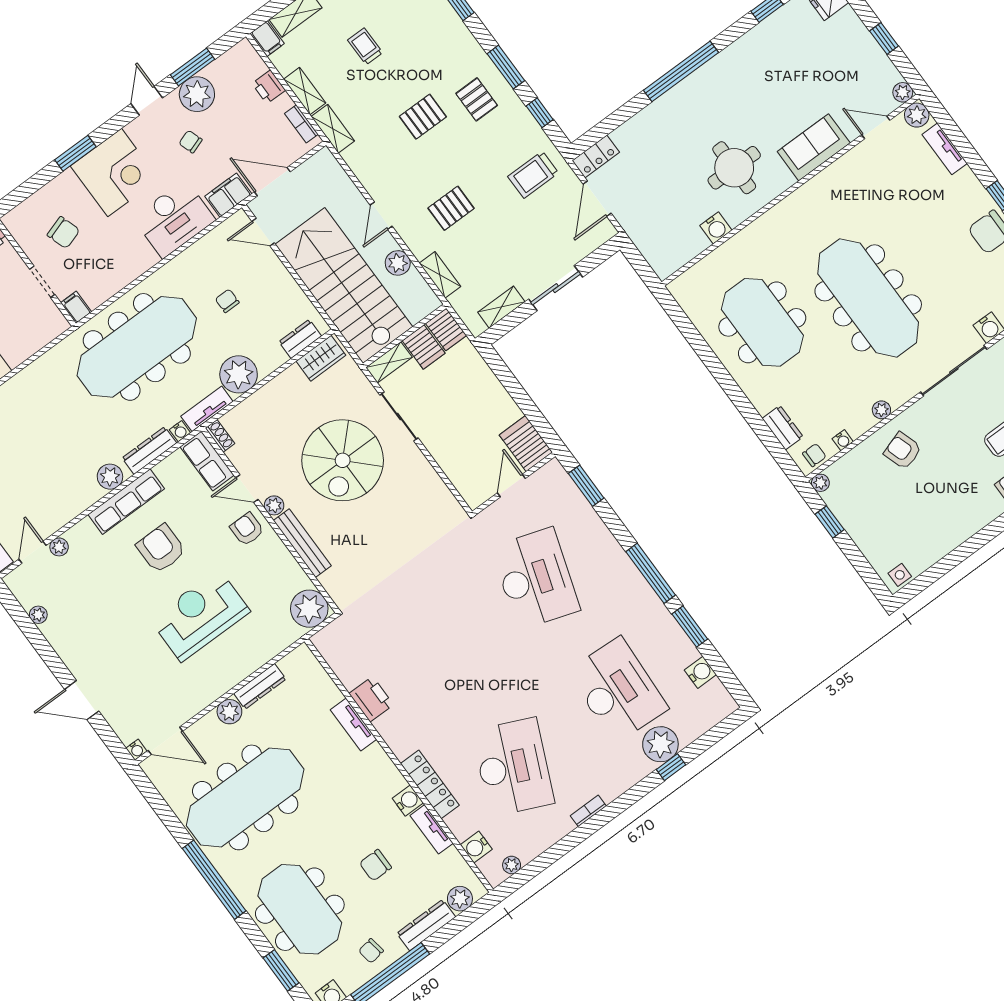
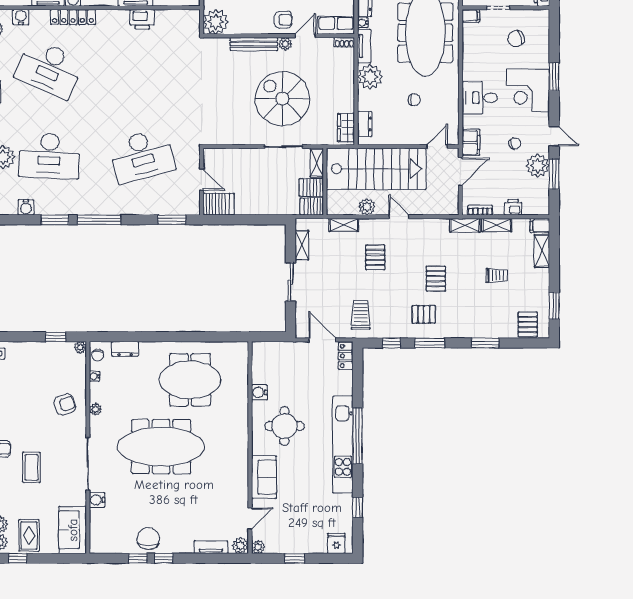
kitchen unit: (705, 81) -> (343, 444), added
desk: (174, 219) -> (480, 98), width x0.73
desk: (536, 579) -> (142, 156), turned -33

